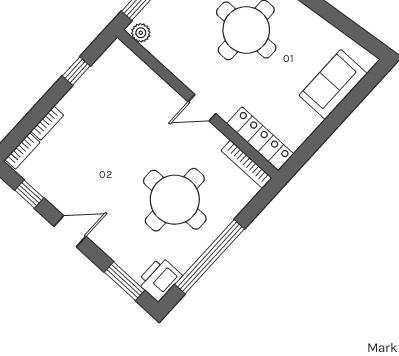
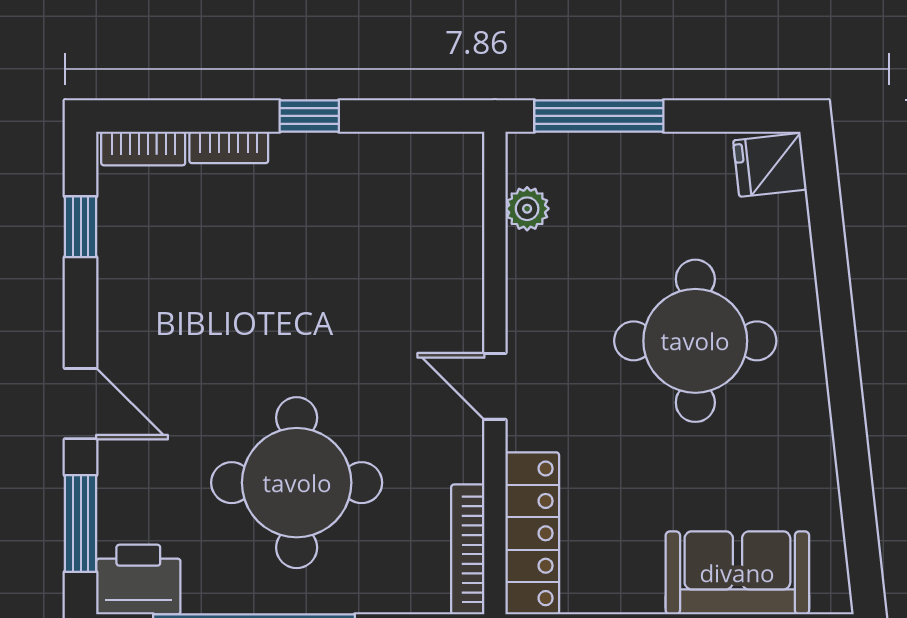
plant: (141, 33) -> (527, 209), moved
window: (76, 71) -> (309, 116), moved
door: (70, 231) -> (81, 404), moved

